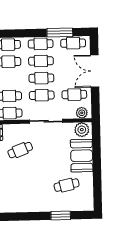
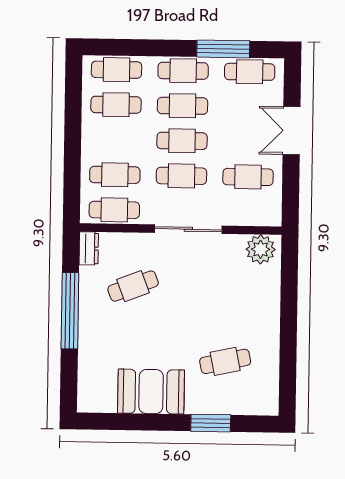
double door: (95, 71) -> (291, 131), width x0.73
plant: (82, 113) -> (262, 215), removed
booth: (82, 156) -> (151, 392), moved, turned 90

